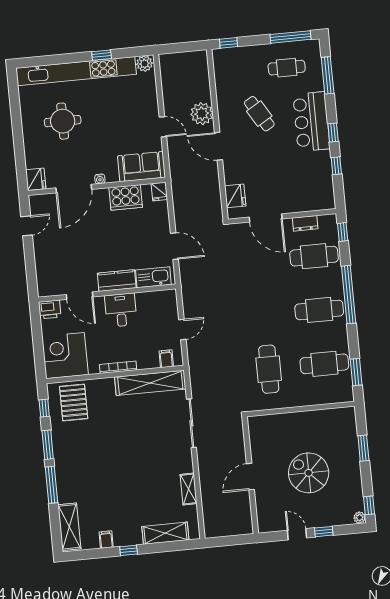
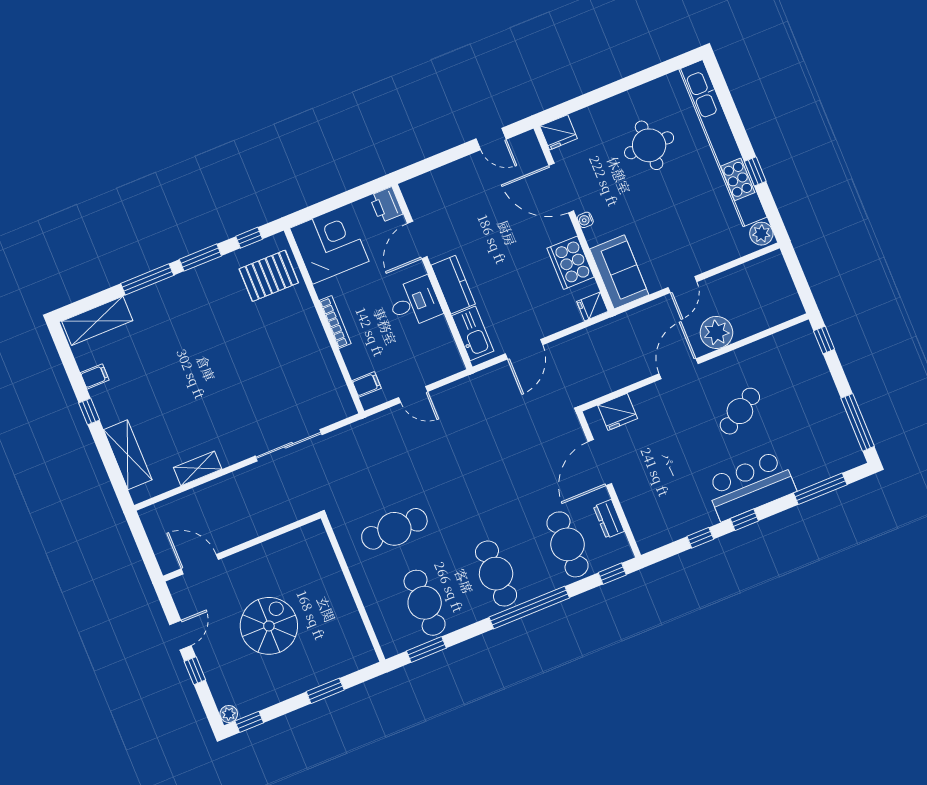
cafe table: (287, 68) -> (814, 430), removed
shelving: (150, 383) -> (327, 372), removed
door: (250, 477) -> (200, 564), moved

